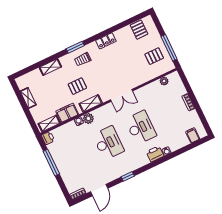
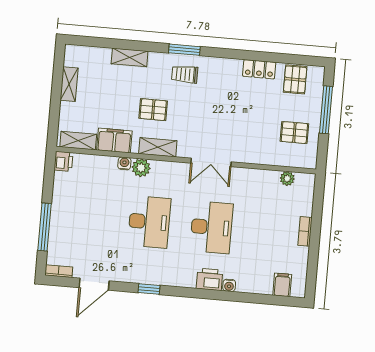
locker: (106, 41) -> (259, 69), moved
window: (169, 48) -> (326, 110), moved
window: (51, 163) -> (44, 227), moved

